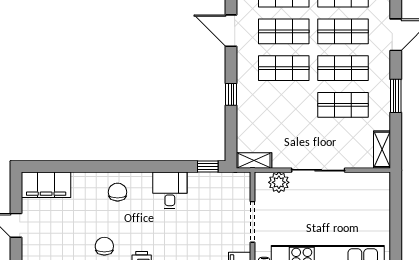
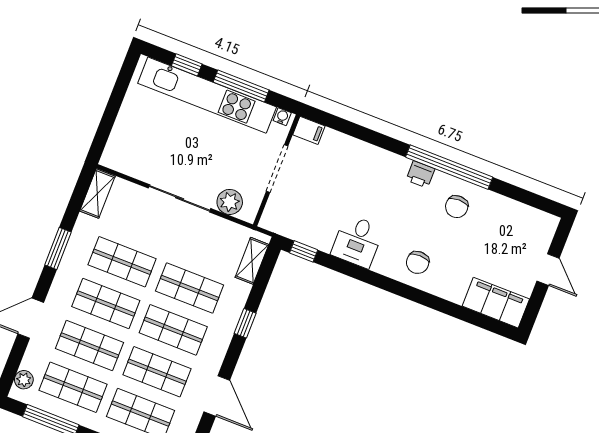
shop shelf: (284, 105) -> (190, 288), added
shelving: (254, 160) -> (252, 261), moved, turned 90

